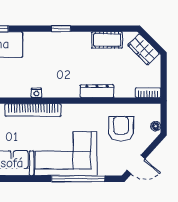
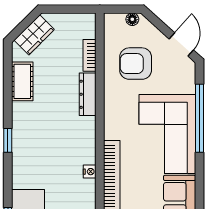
bookcase: (148, 93) -> (90, 55), moved

